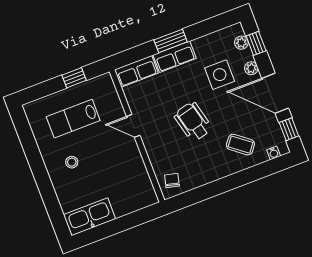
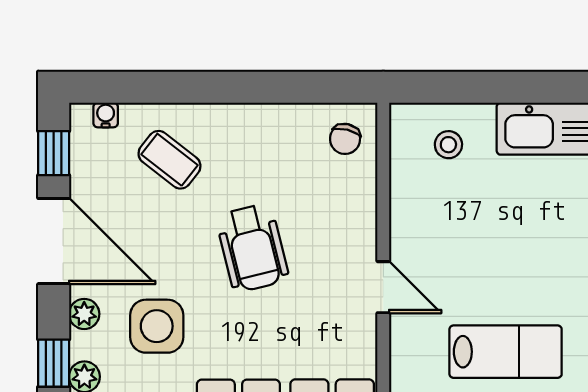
stool: (72, 162) -> (448, 145), moved

